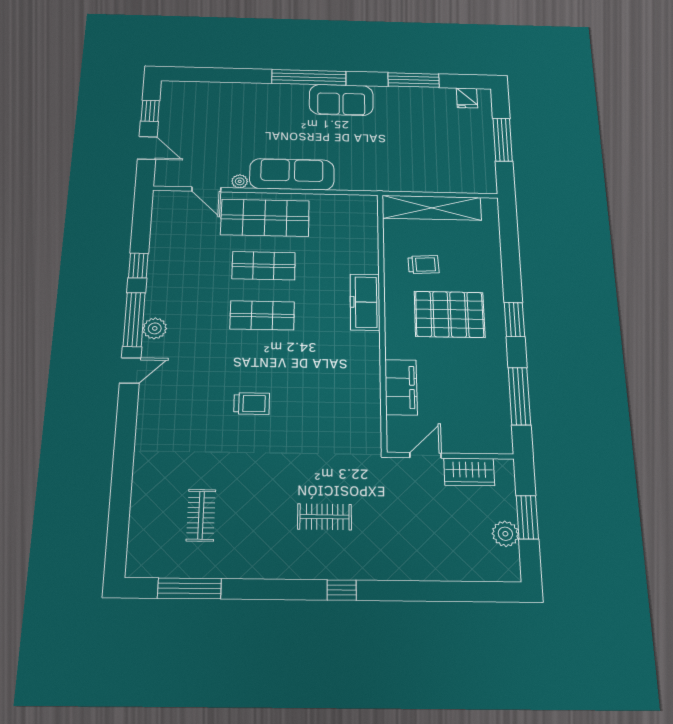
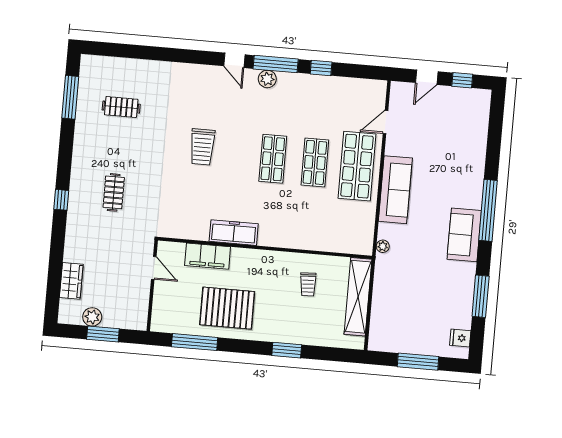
plant: (240, 181) -> (383, 246), moved
freezer: (365, 302) -> (234, 233), moved
pallet: (449, 314) -> (227, 308), moved, turned 90
window: (514, 320) -> (287, 350), moved
trolley: (252, 404) -> (202, 147), width x1.36, depth x1.39
wardrobe: (469, 472) -> (71, 281), moved, turned 180

